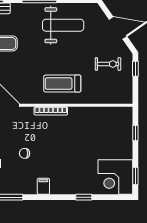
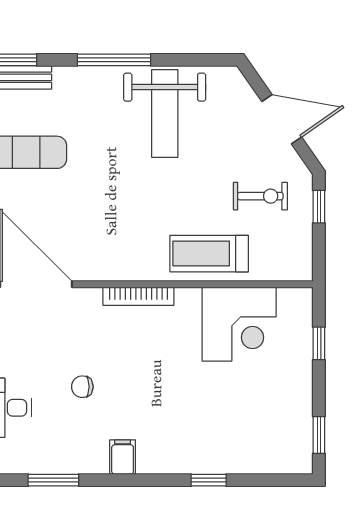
weight bench: (63, 25) -> (165, 113), turned 90
treadmill: (62, 84) -> (209, 254), moved
corner desk: (115, 177) -> (239, 324), moved, turned -90

